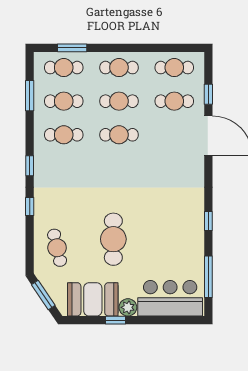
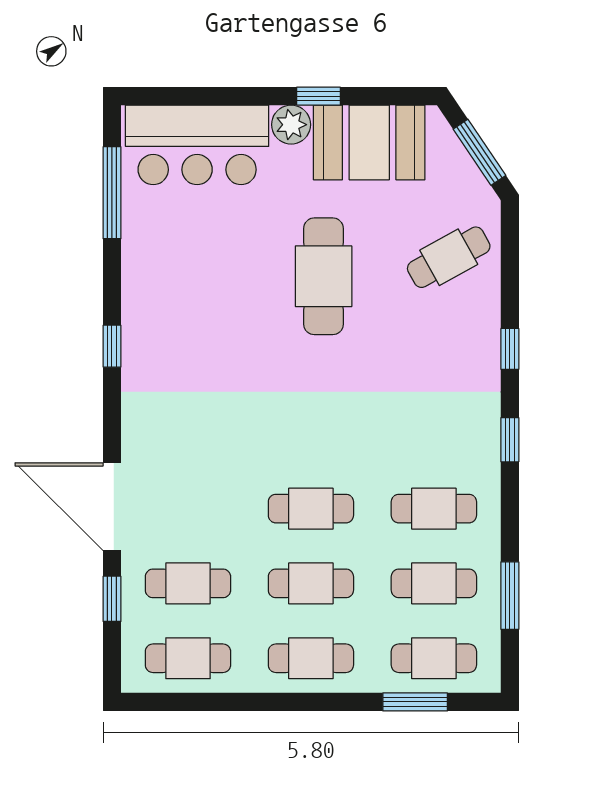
window: (208, 221) -> (112, 346), moved
cafe table: (57, 248) -> (449, 257), turned 74

